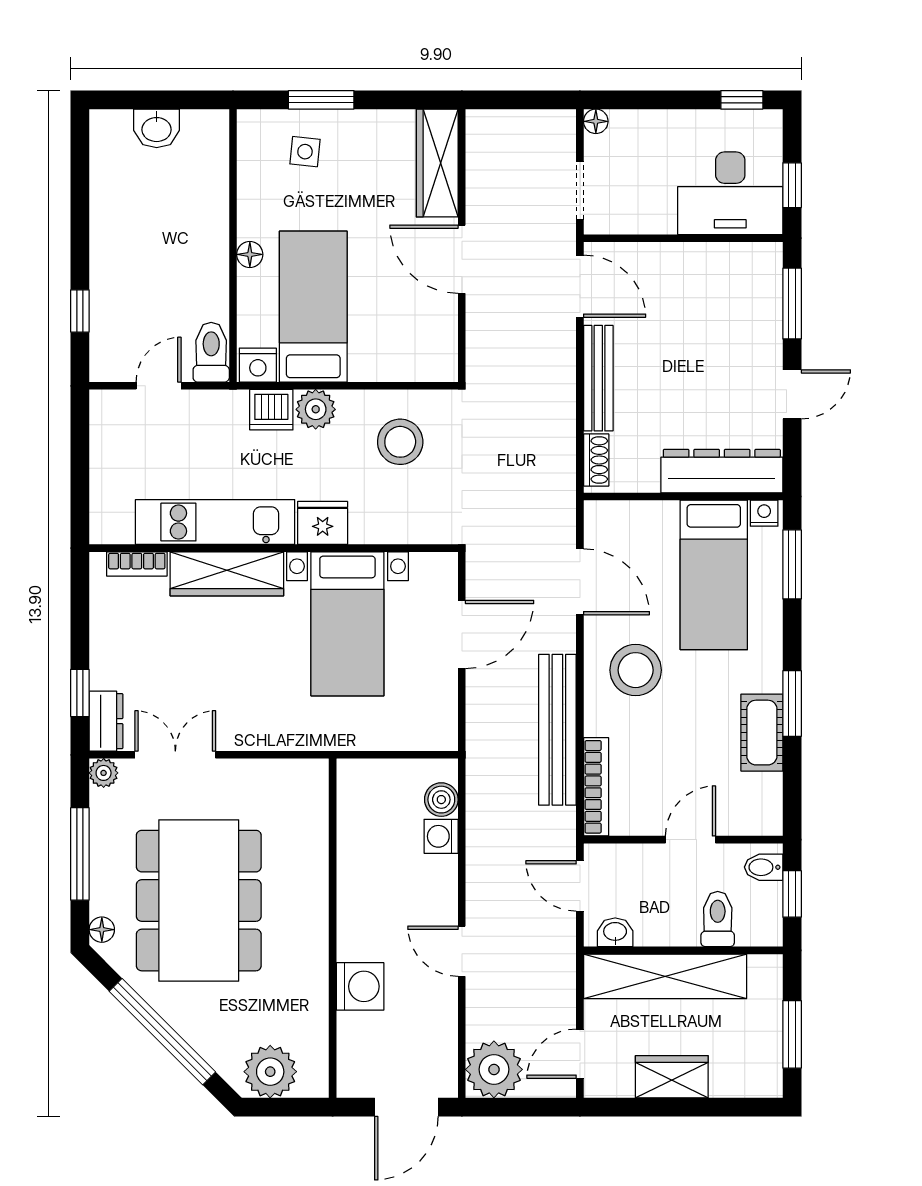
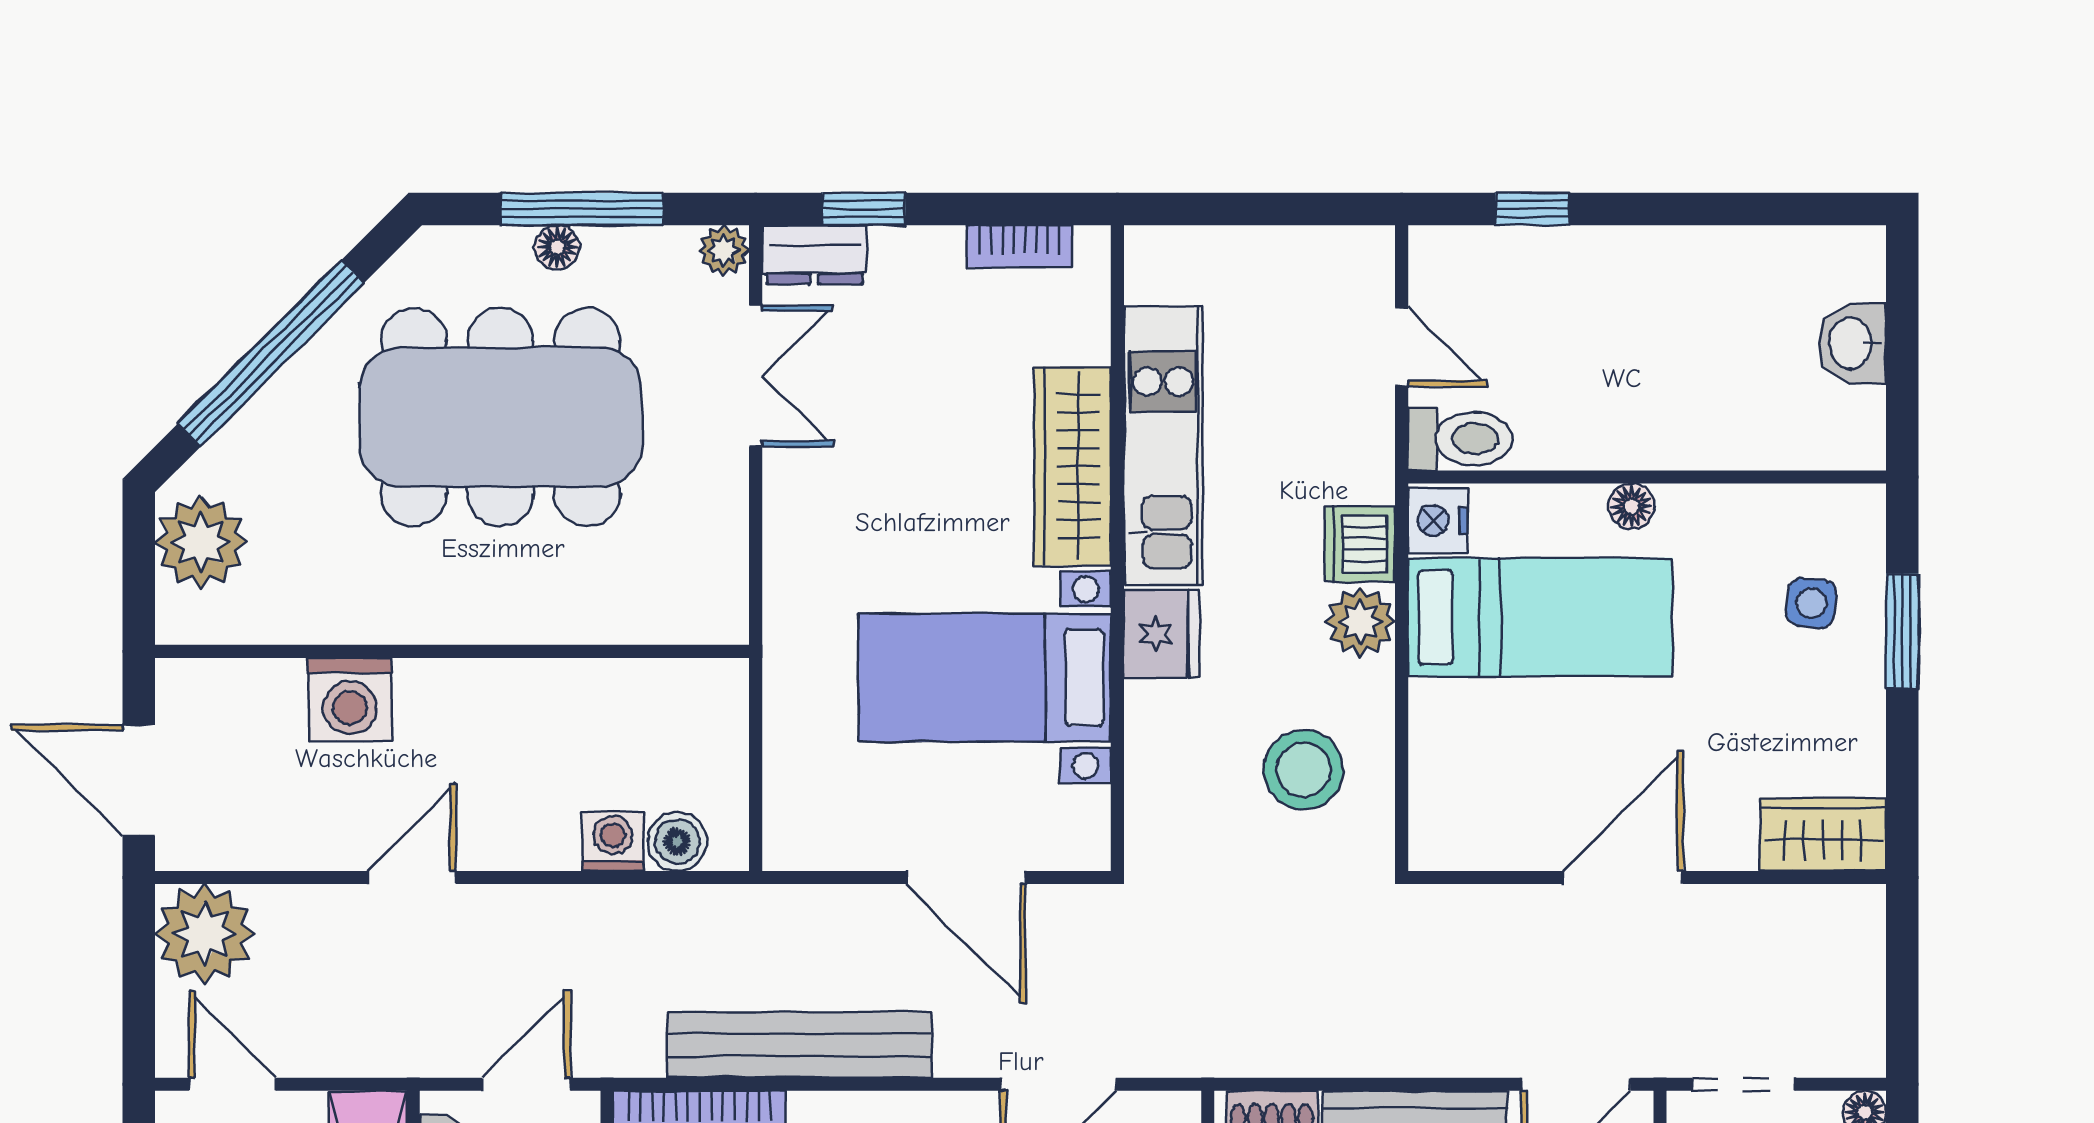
wardrobe: (437, 163) -> (1823, 835), width x0.67
bookcase: (137, 564) -> (1019, 246), moved, turned -90
floor lamp: (102, 930) -> (557, 247), moved

